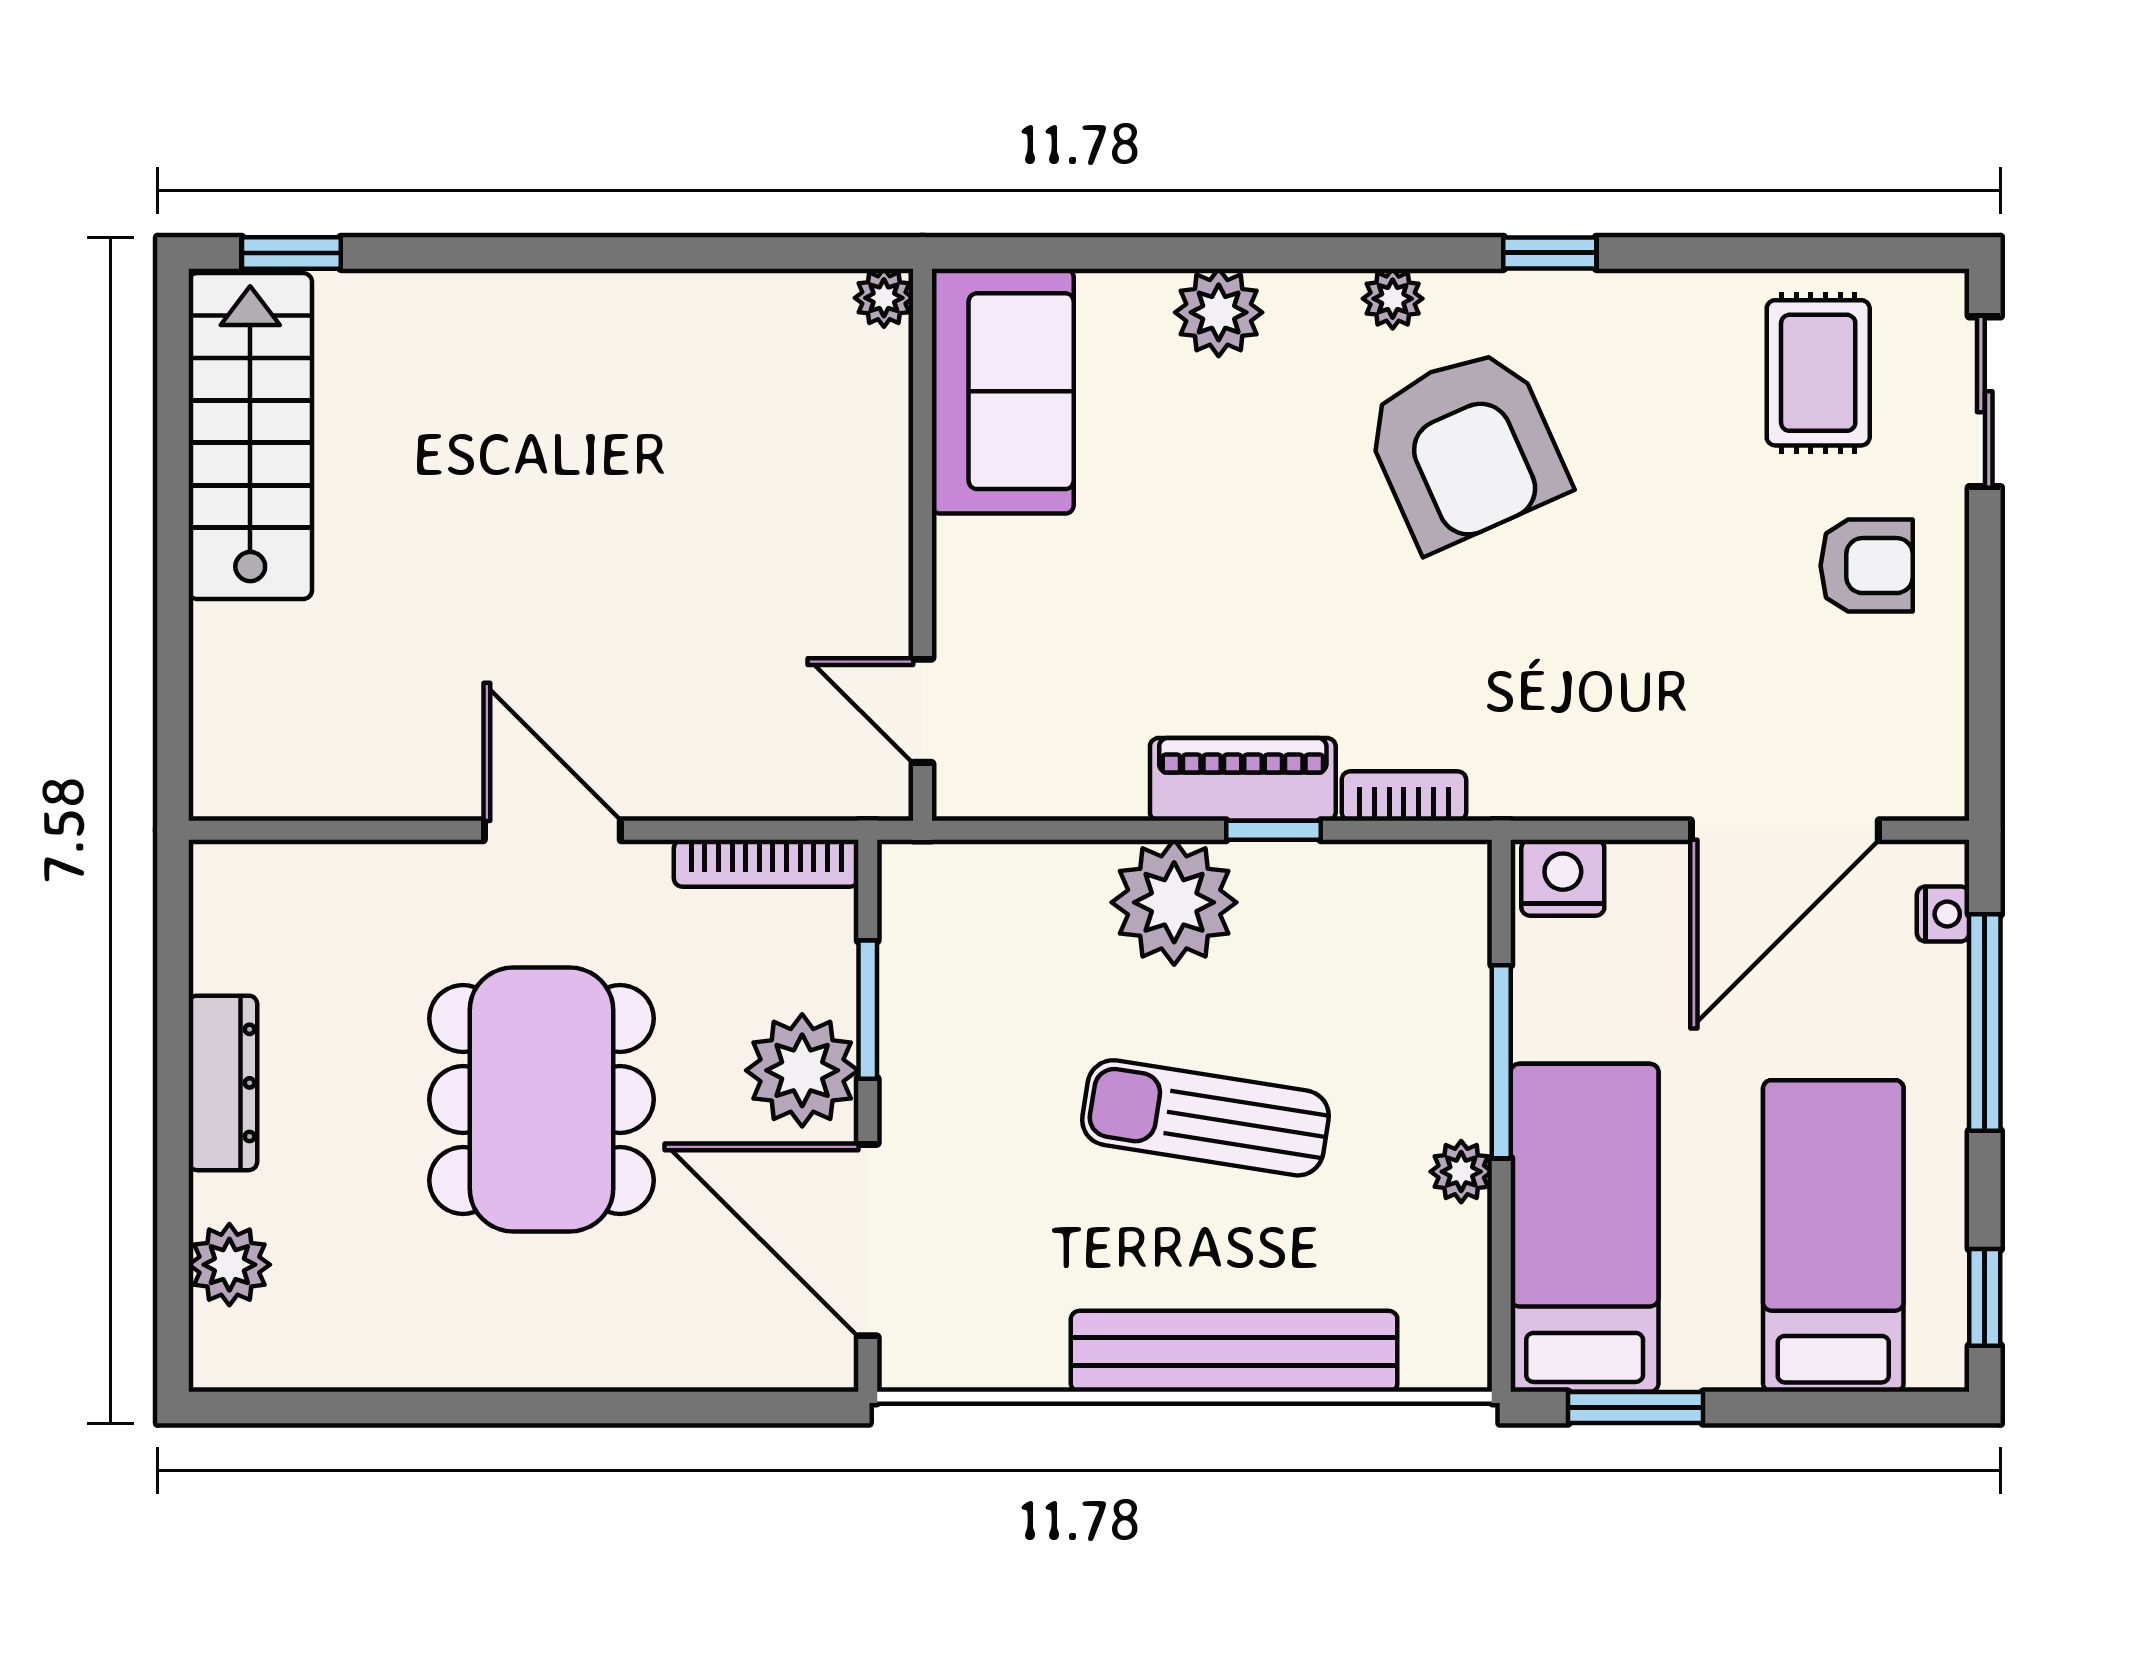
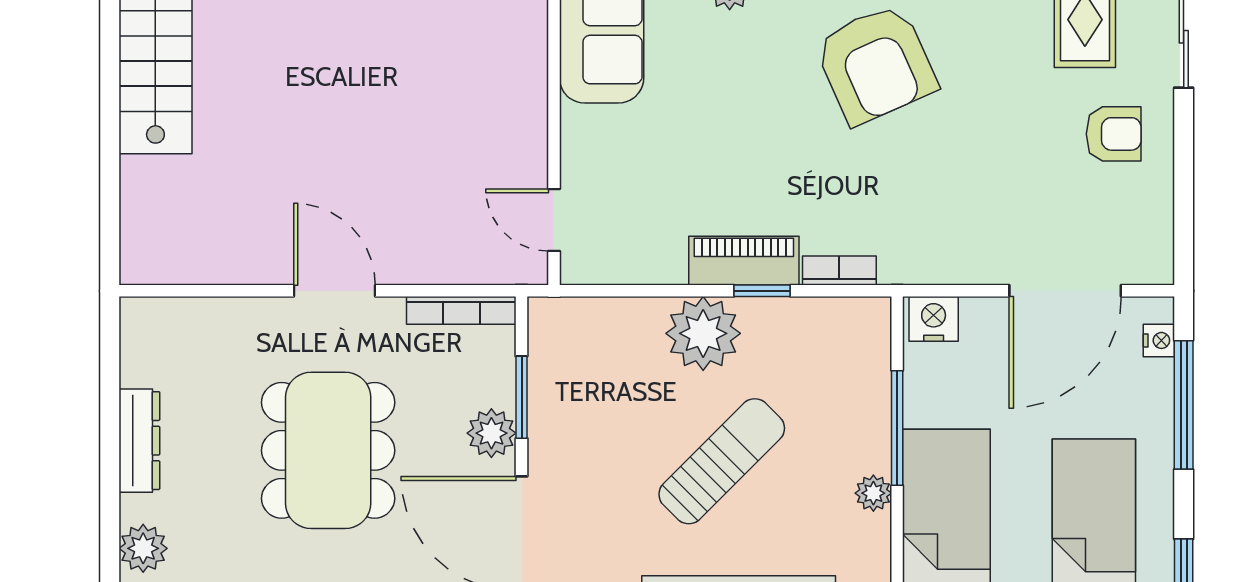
plant: (802, 1070) -> (491, 433), width x0.73, depth x0.73
sun lounger: (1205, 1118) -> (722, 461), turned 126

